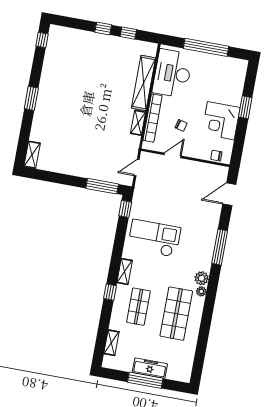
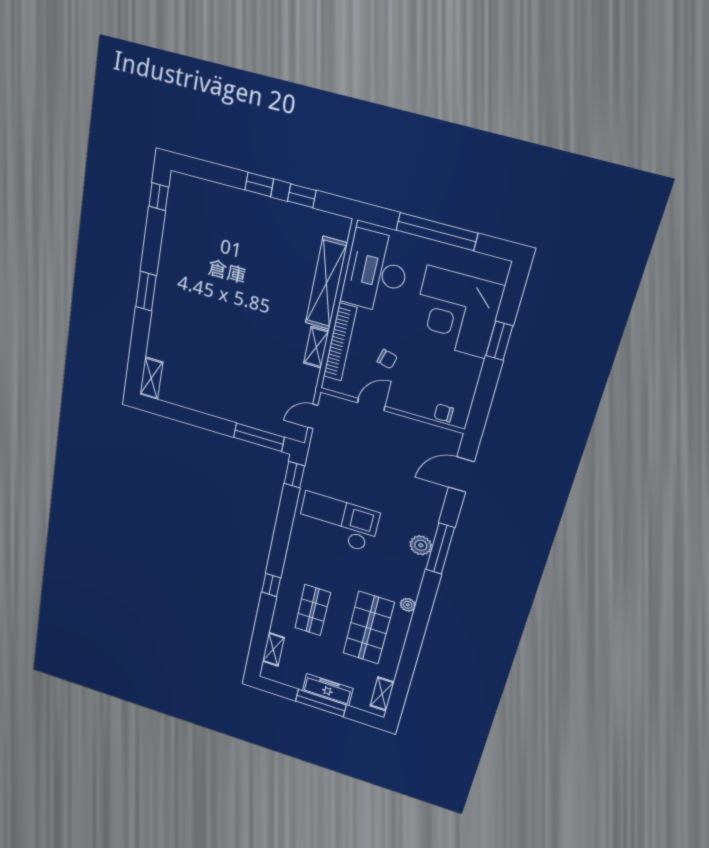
corner desk: (221, 121) -> (457, 312), moved, width x1.36, depth x1.36
shelving: (125, 271) -> (382, 694), moved
plant: (202, 278) -> (421, 545), moved

